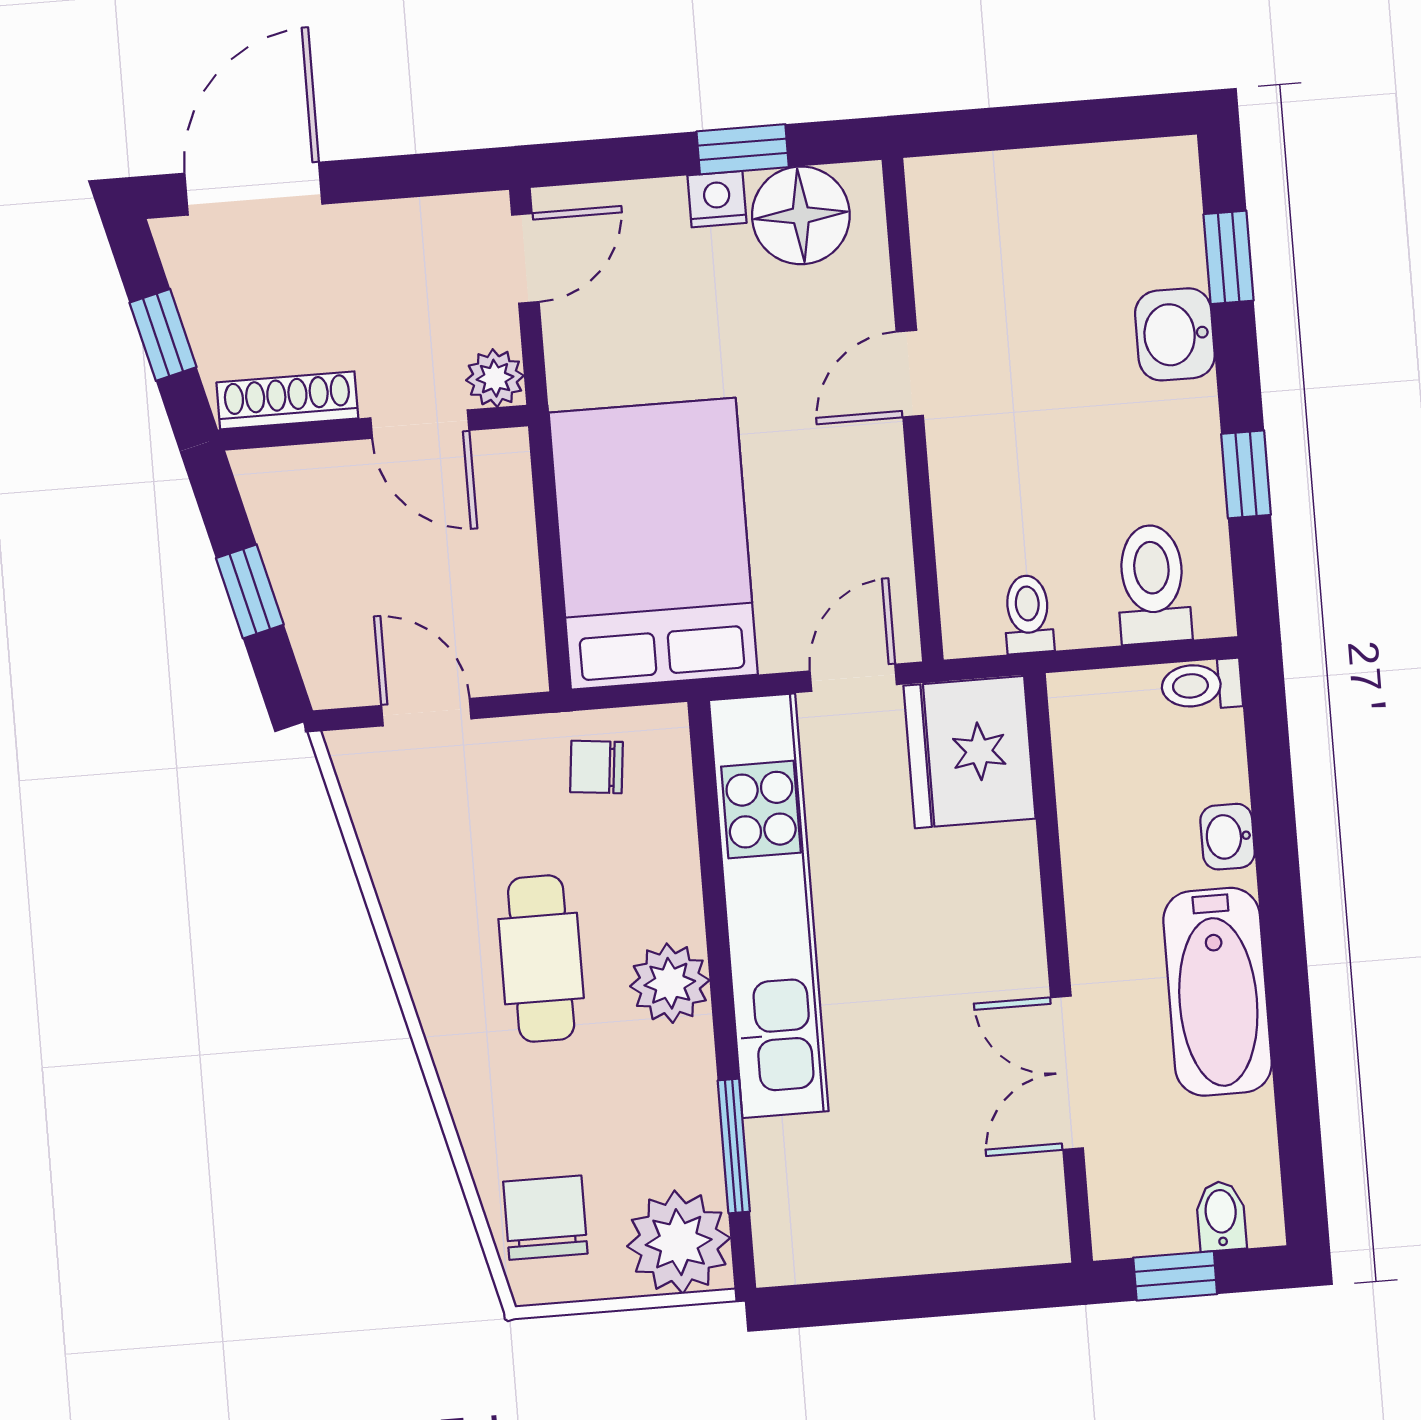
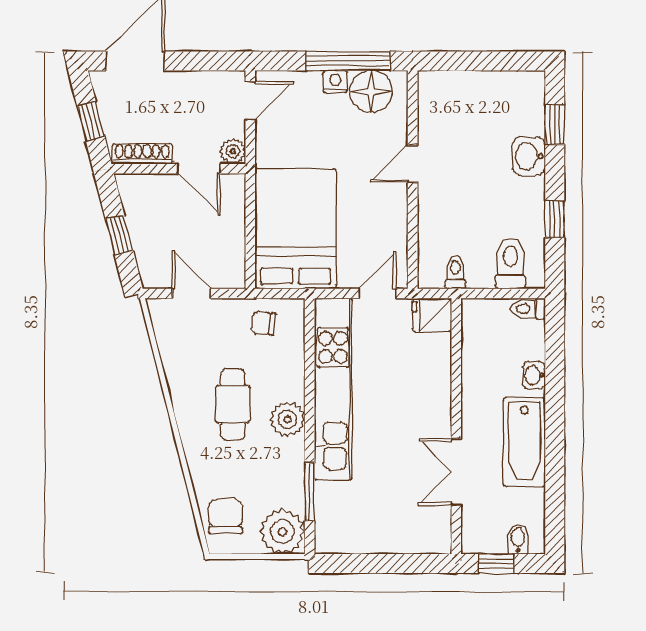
window: (743, 149) -> (348, 61), width x2.17
fridge: (970, 752) -> (432, 315), width x0.53, depth x0.75

